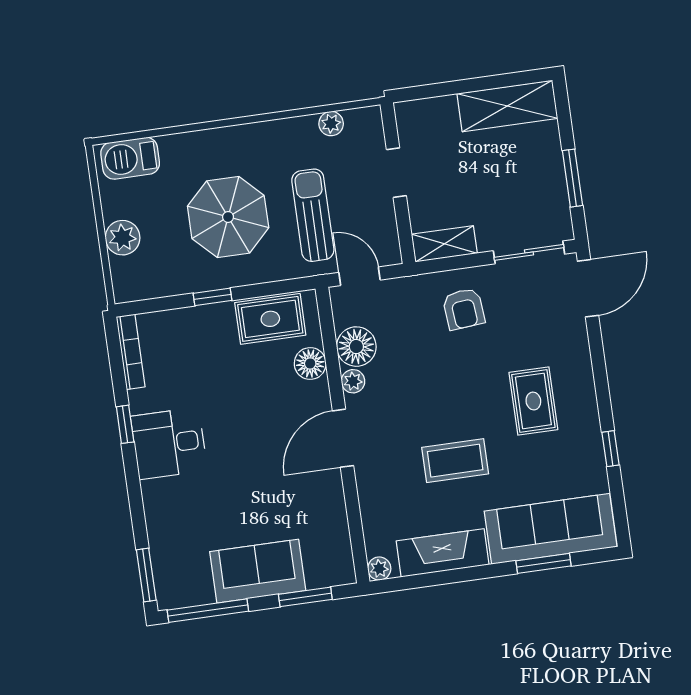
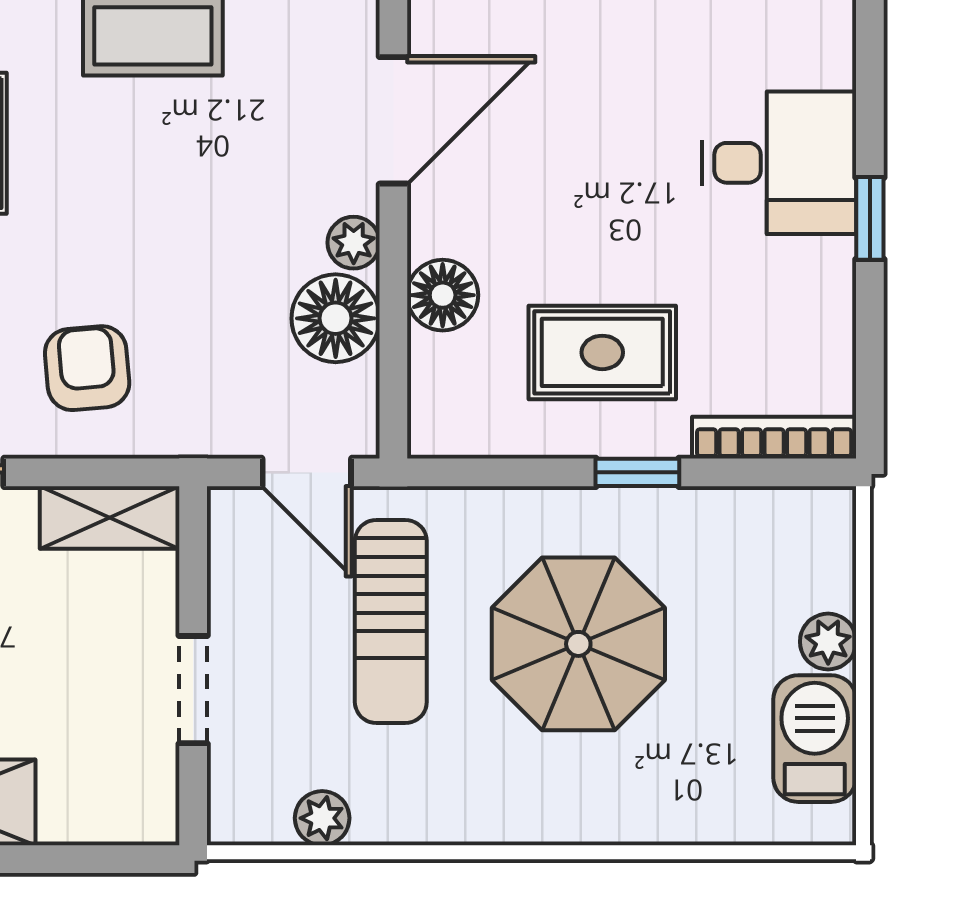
barbecue: (130, 158) -> (815, 739), moved, turned -90
plant: (123, 238) -> (828, 642), width x0.73, depth x0.73
rug: (270, 319) -> (602, 352), moved
bookcase: (131, 352) -> (774, 438), moved, turned 90

